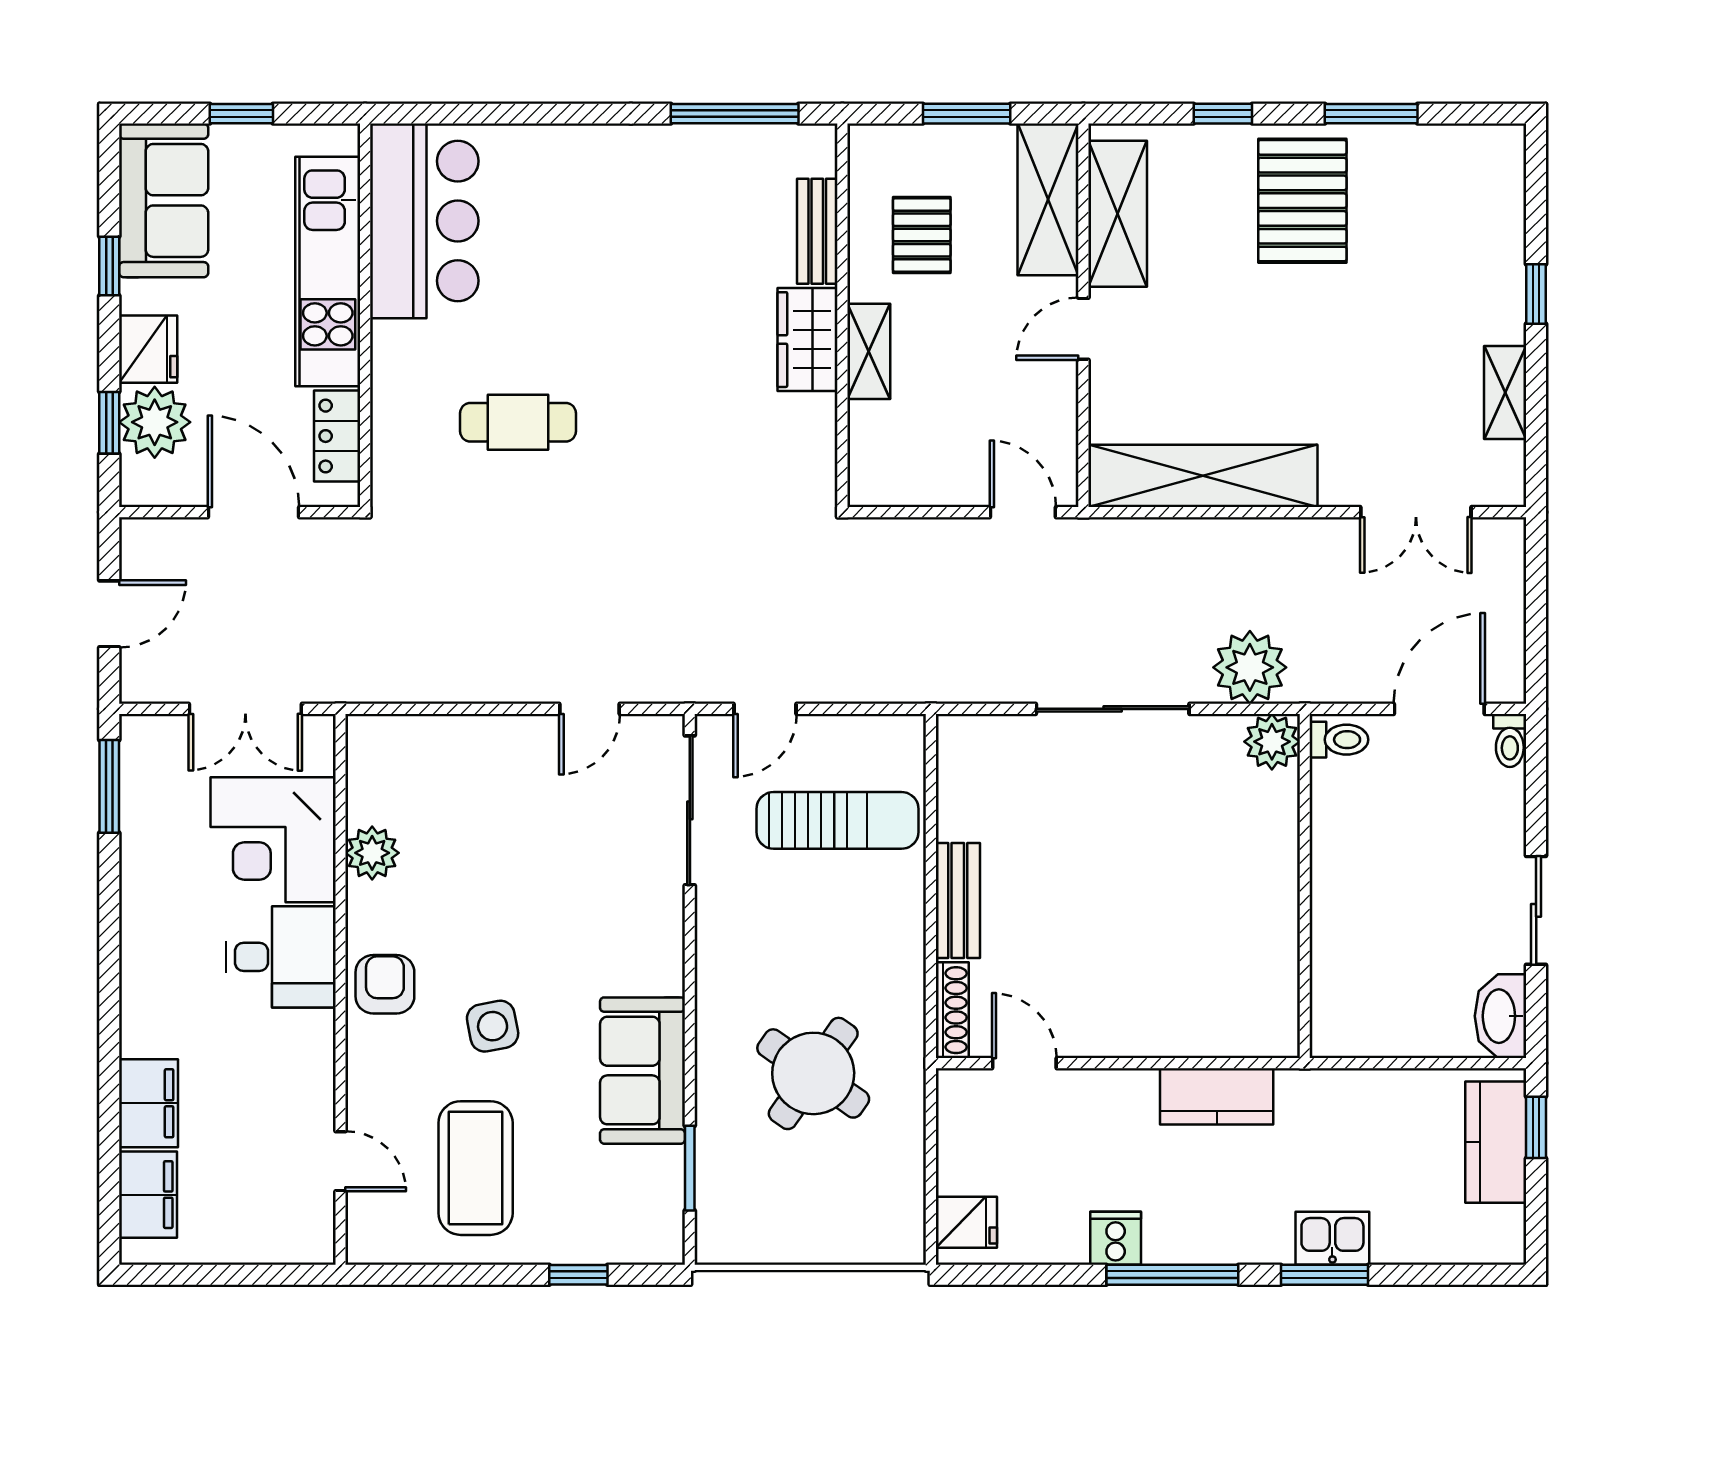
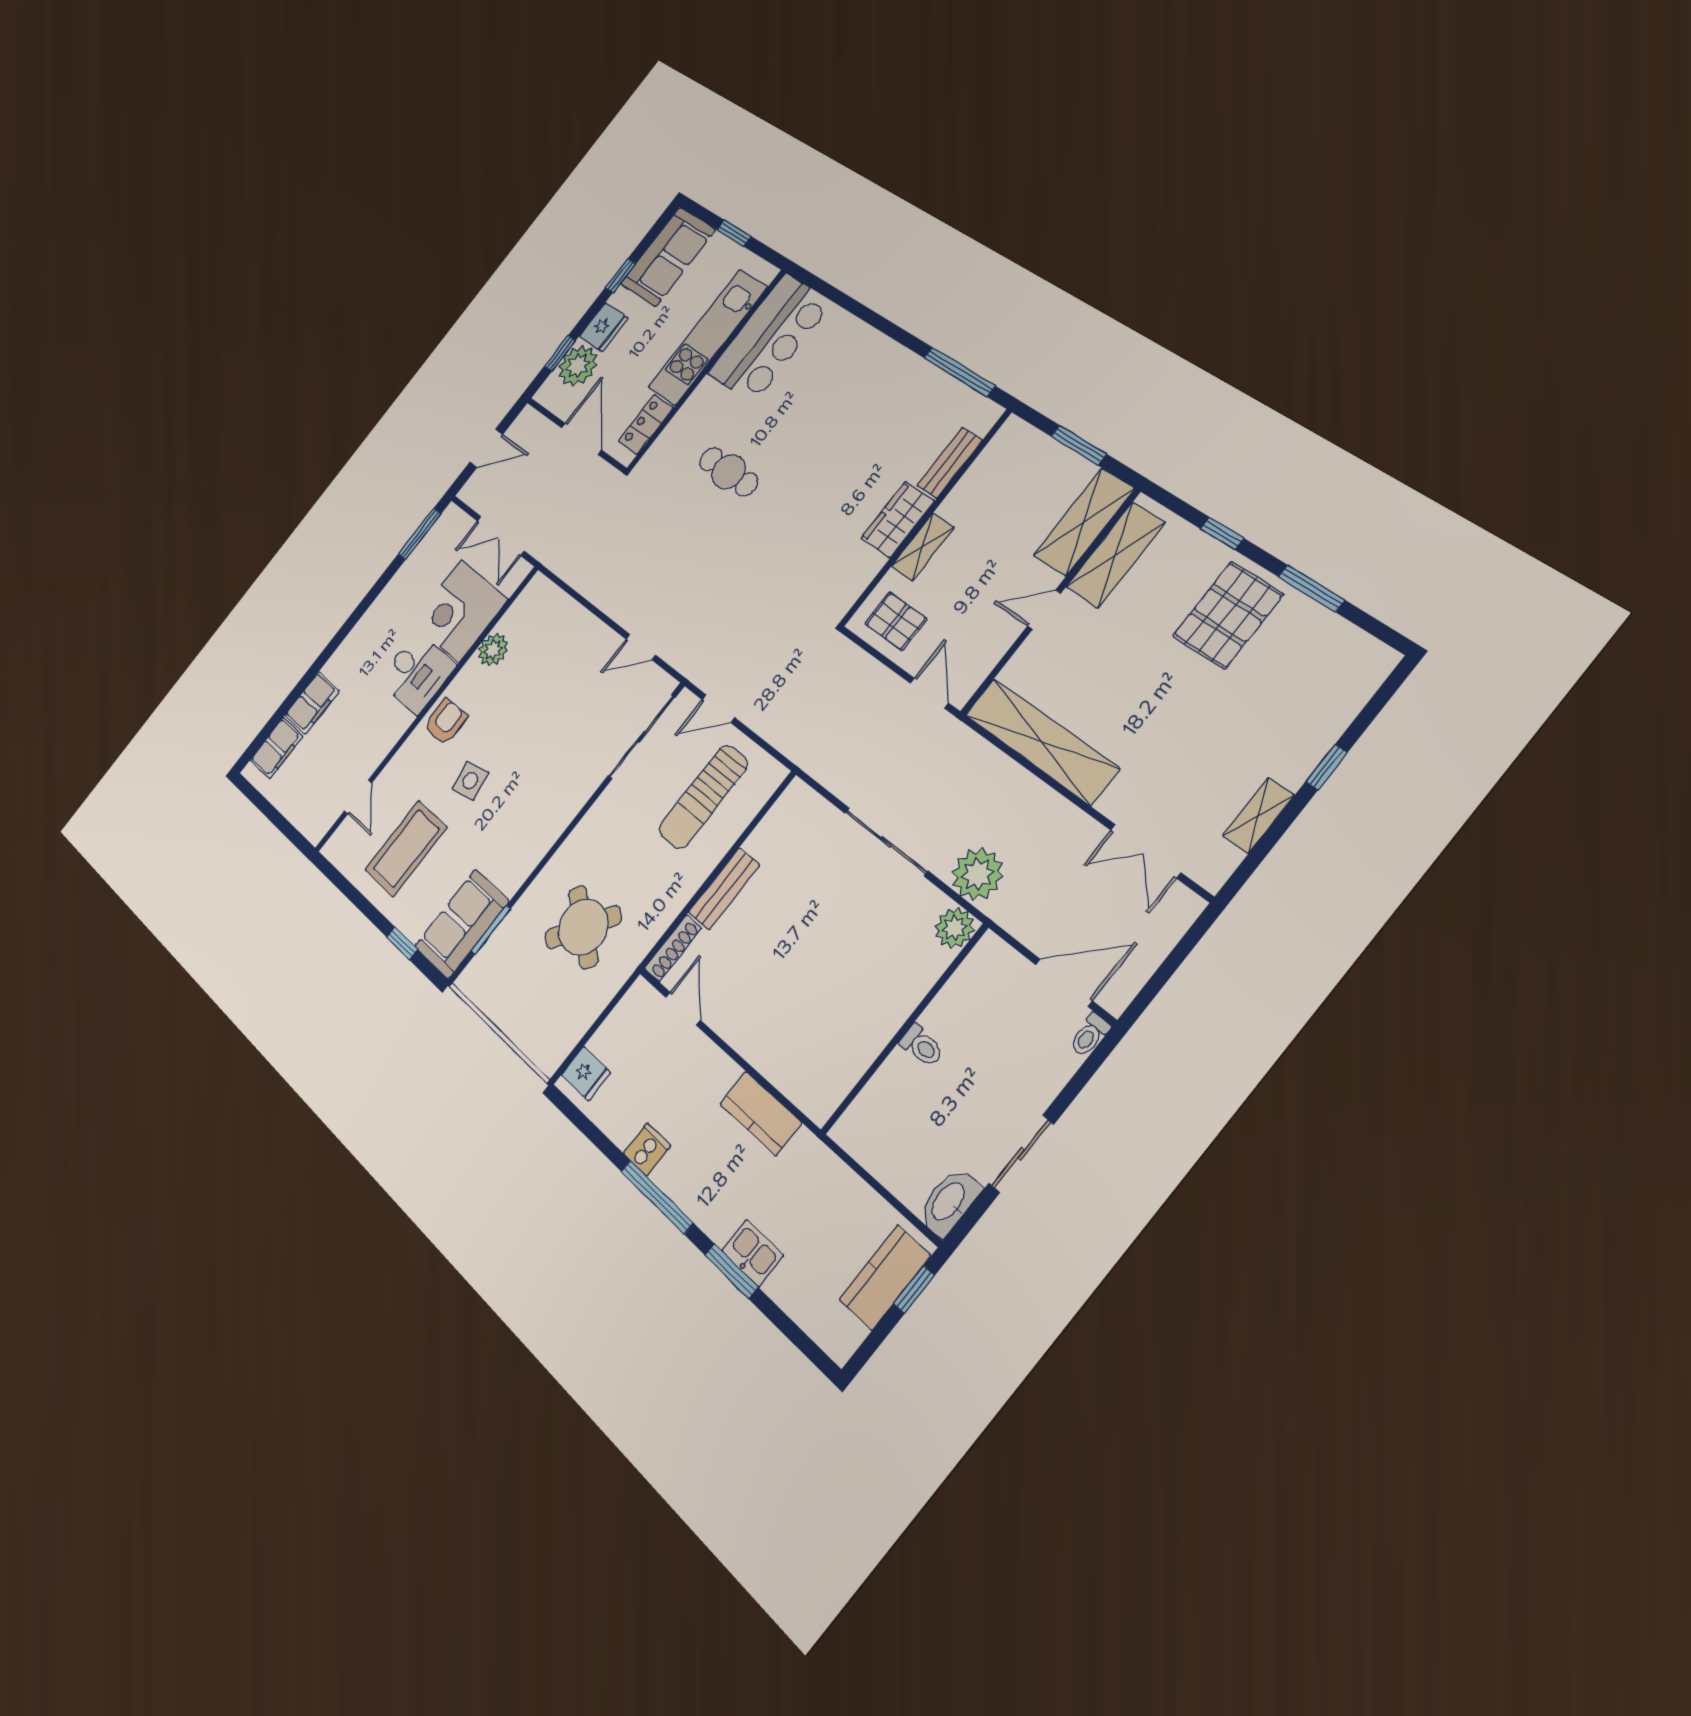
pallet: (922, 235) -> (896, 621), moved, turned 90
toilet: (1339, 740) -> (922, 1046), moved
sun lounger: (837, 820) -> (703, 797), turned 90
sofa: (643, 1071) -> (462, 924), moved

